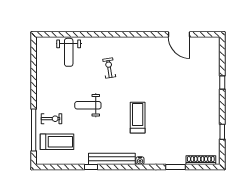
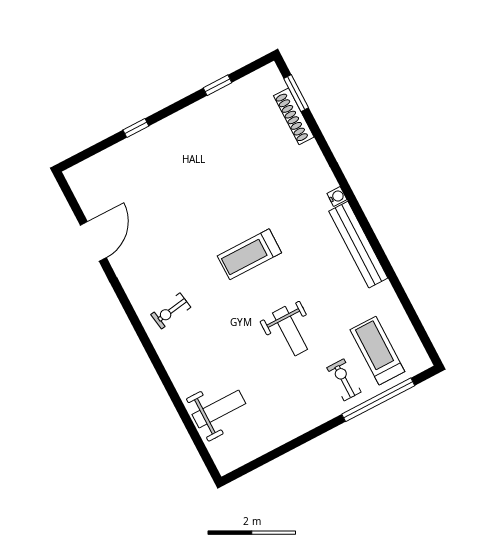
exercise bike: (109, 68) -> (171, 311), moved
treadmill: (138, 118) -> (249, 254), moved
shoe rack: (201, 160) -> (294, 116), moved
window: (91, 167) -> (390, 272), removed
window: (175, 167) -> (296, 93), moved

